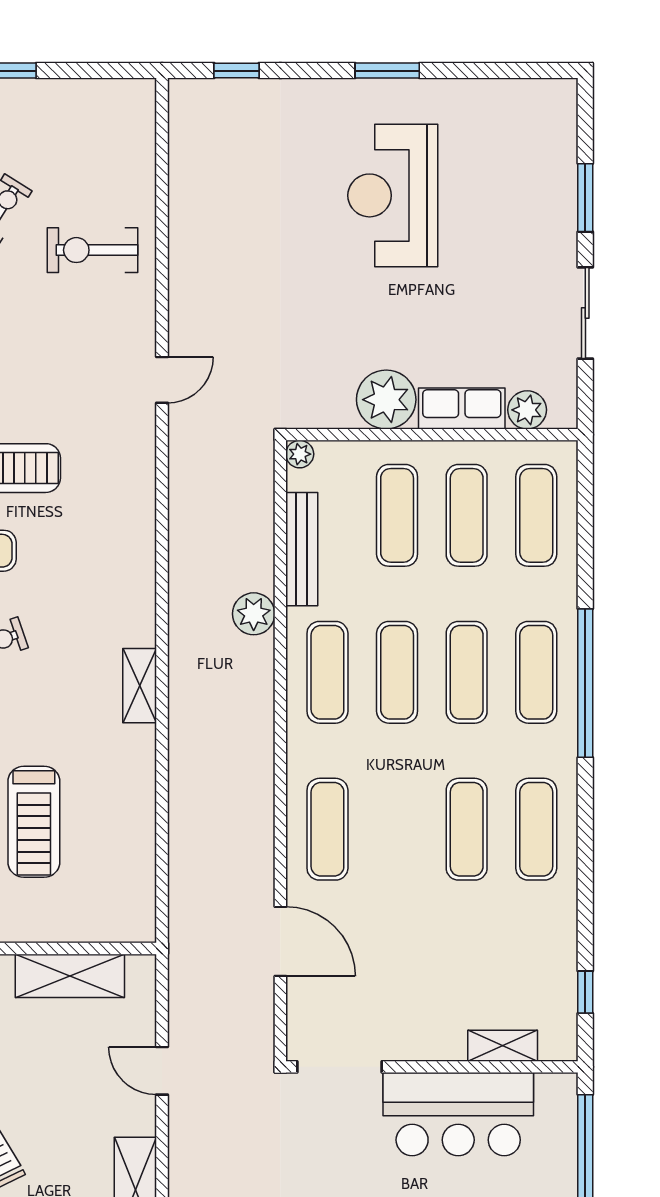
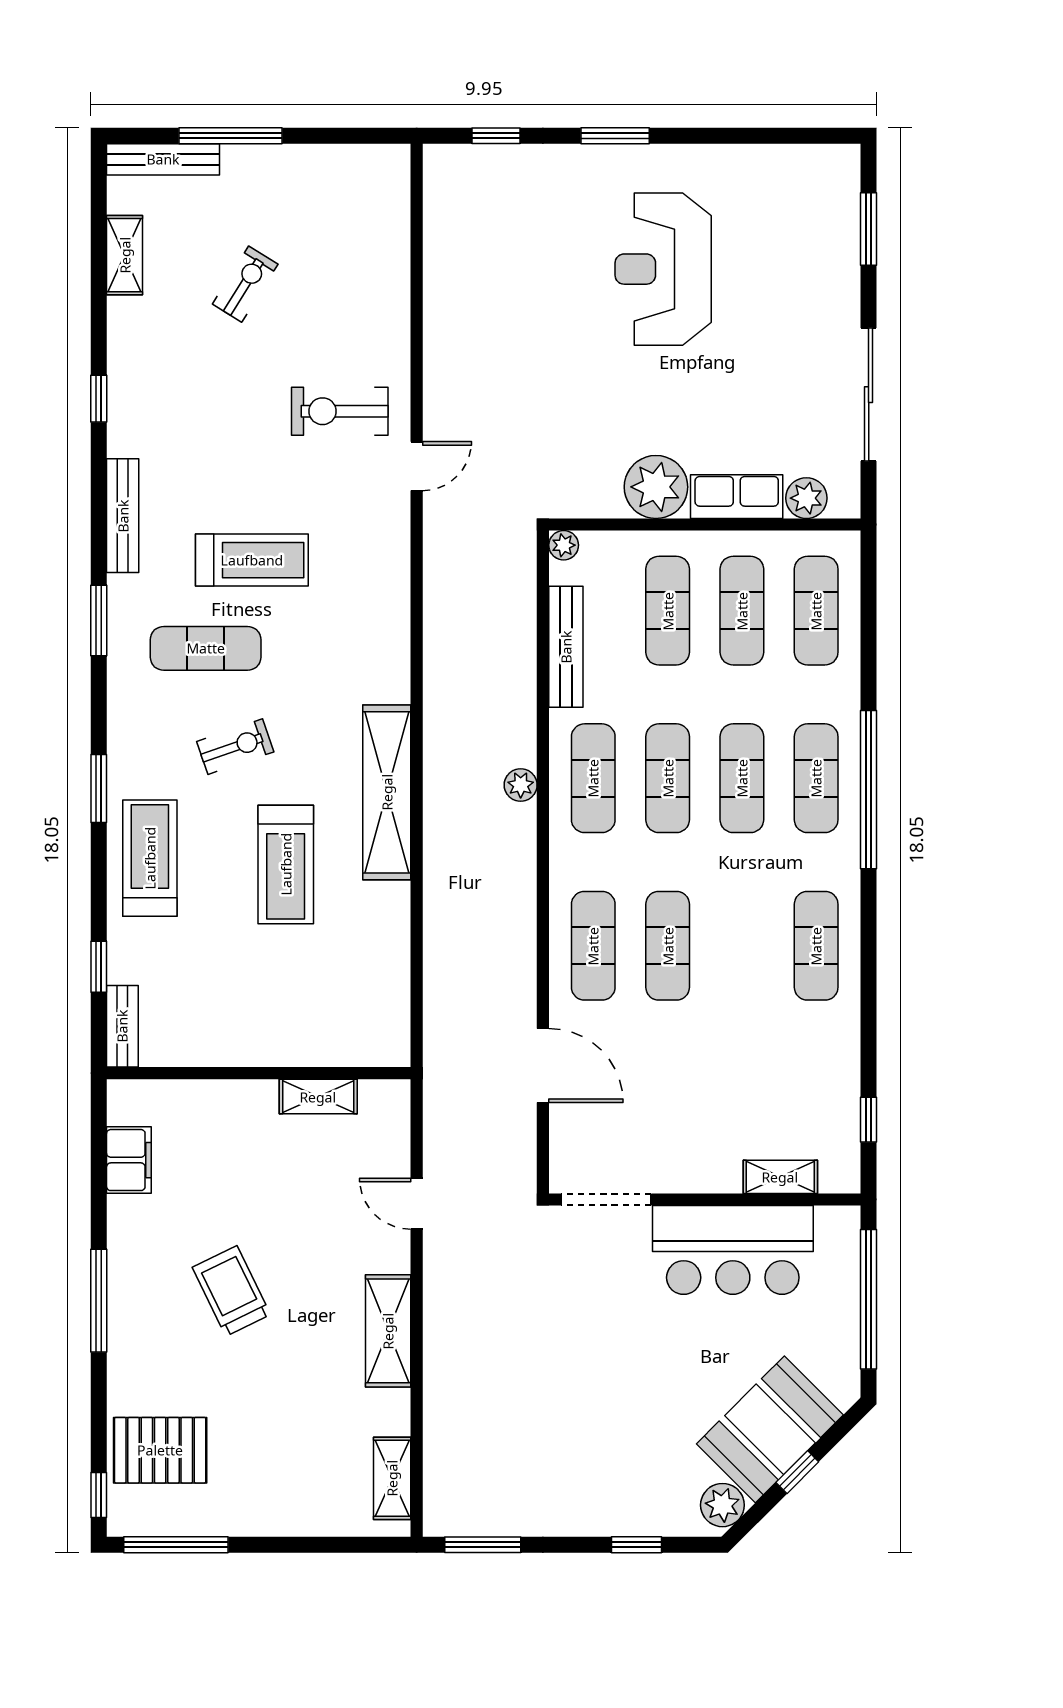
window: (387, 71) -> (615, 136), moved
window: (585, 198) -> (869, 229), moved
exercise bike: (92, 250) -> (340, 411), moved
sliding door: (585, 313) -> (869, 395), width x1.37
plant: (254, 614) -> (521, 785), moved, width x0.73, depth x0.73
shelving: (140, 686) -> (387, 792), width x2.20, depth x1.33
treadmill: (34, 822) -> (286, 864), moved
exercise mat: (467, 829) -> (668, 946), moved
shelving: (70, 976) -> (318, 1097), width x0.67, depth x0.75

